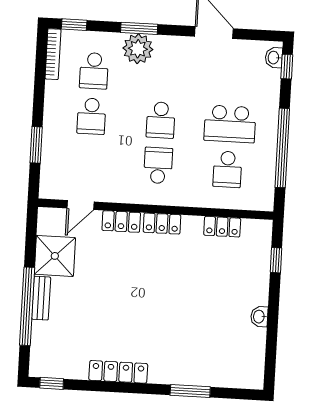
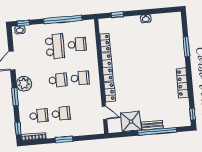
plant: (138, 49) -> (24, 84), moved
window: (36, 145) -> (64, 140), moved
school desk: (158, 165) -> (80, 78), turned 180
locker: (162, 224) -> (107, 67), width x1.53

